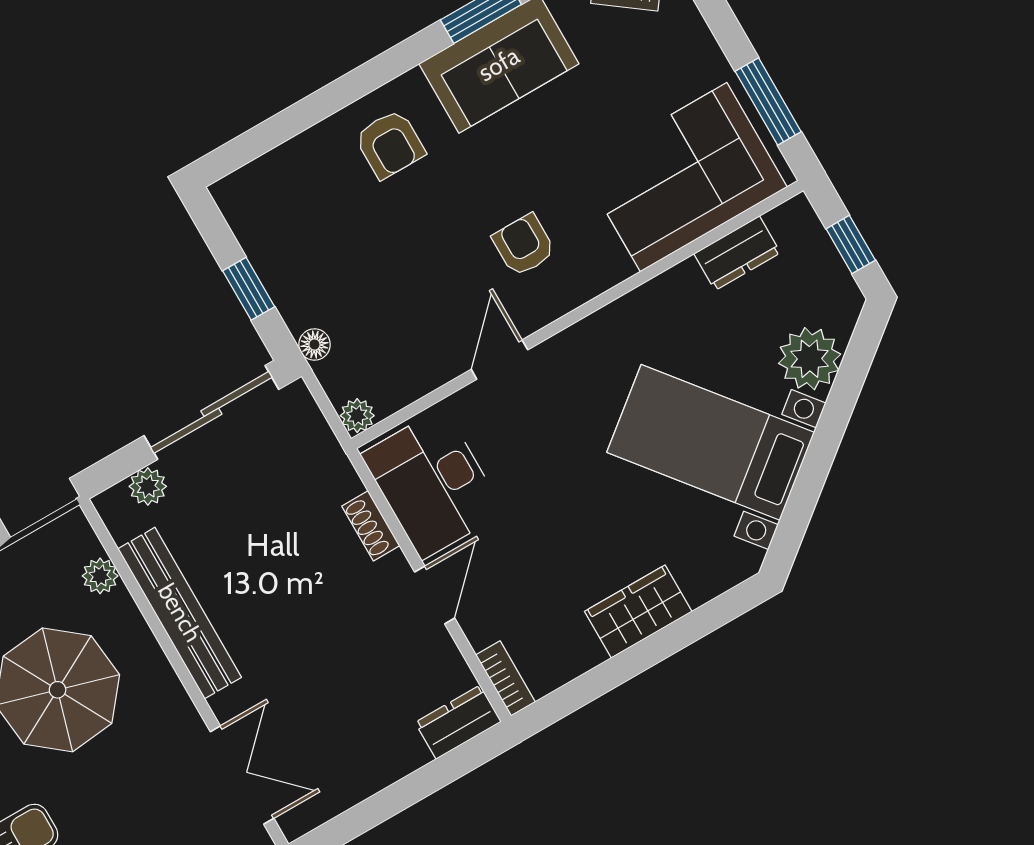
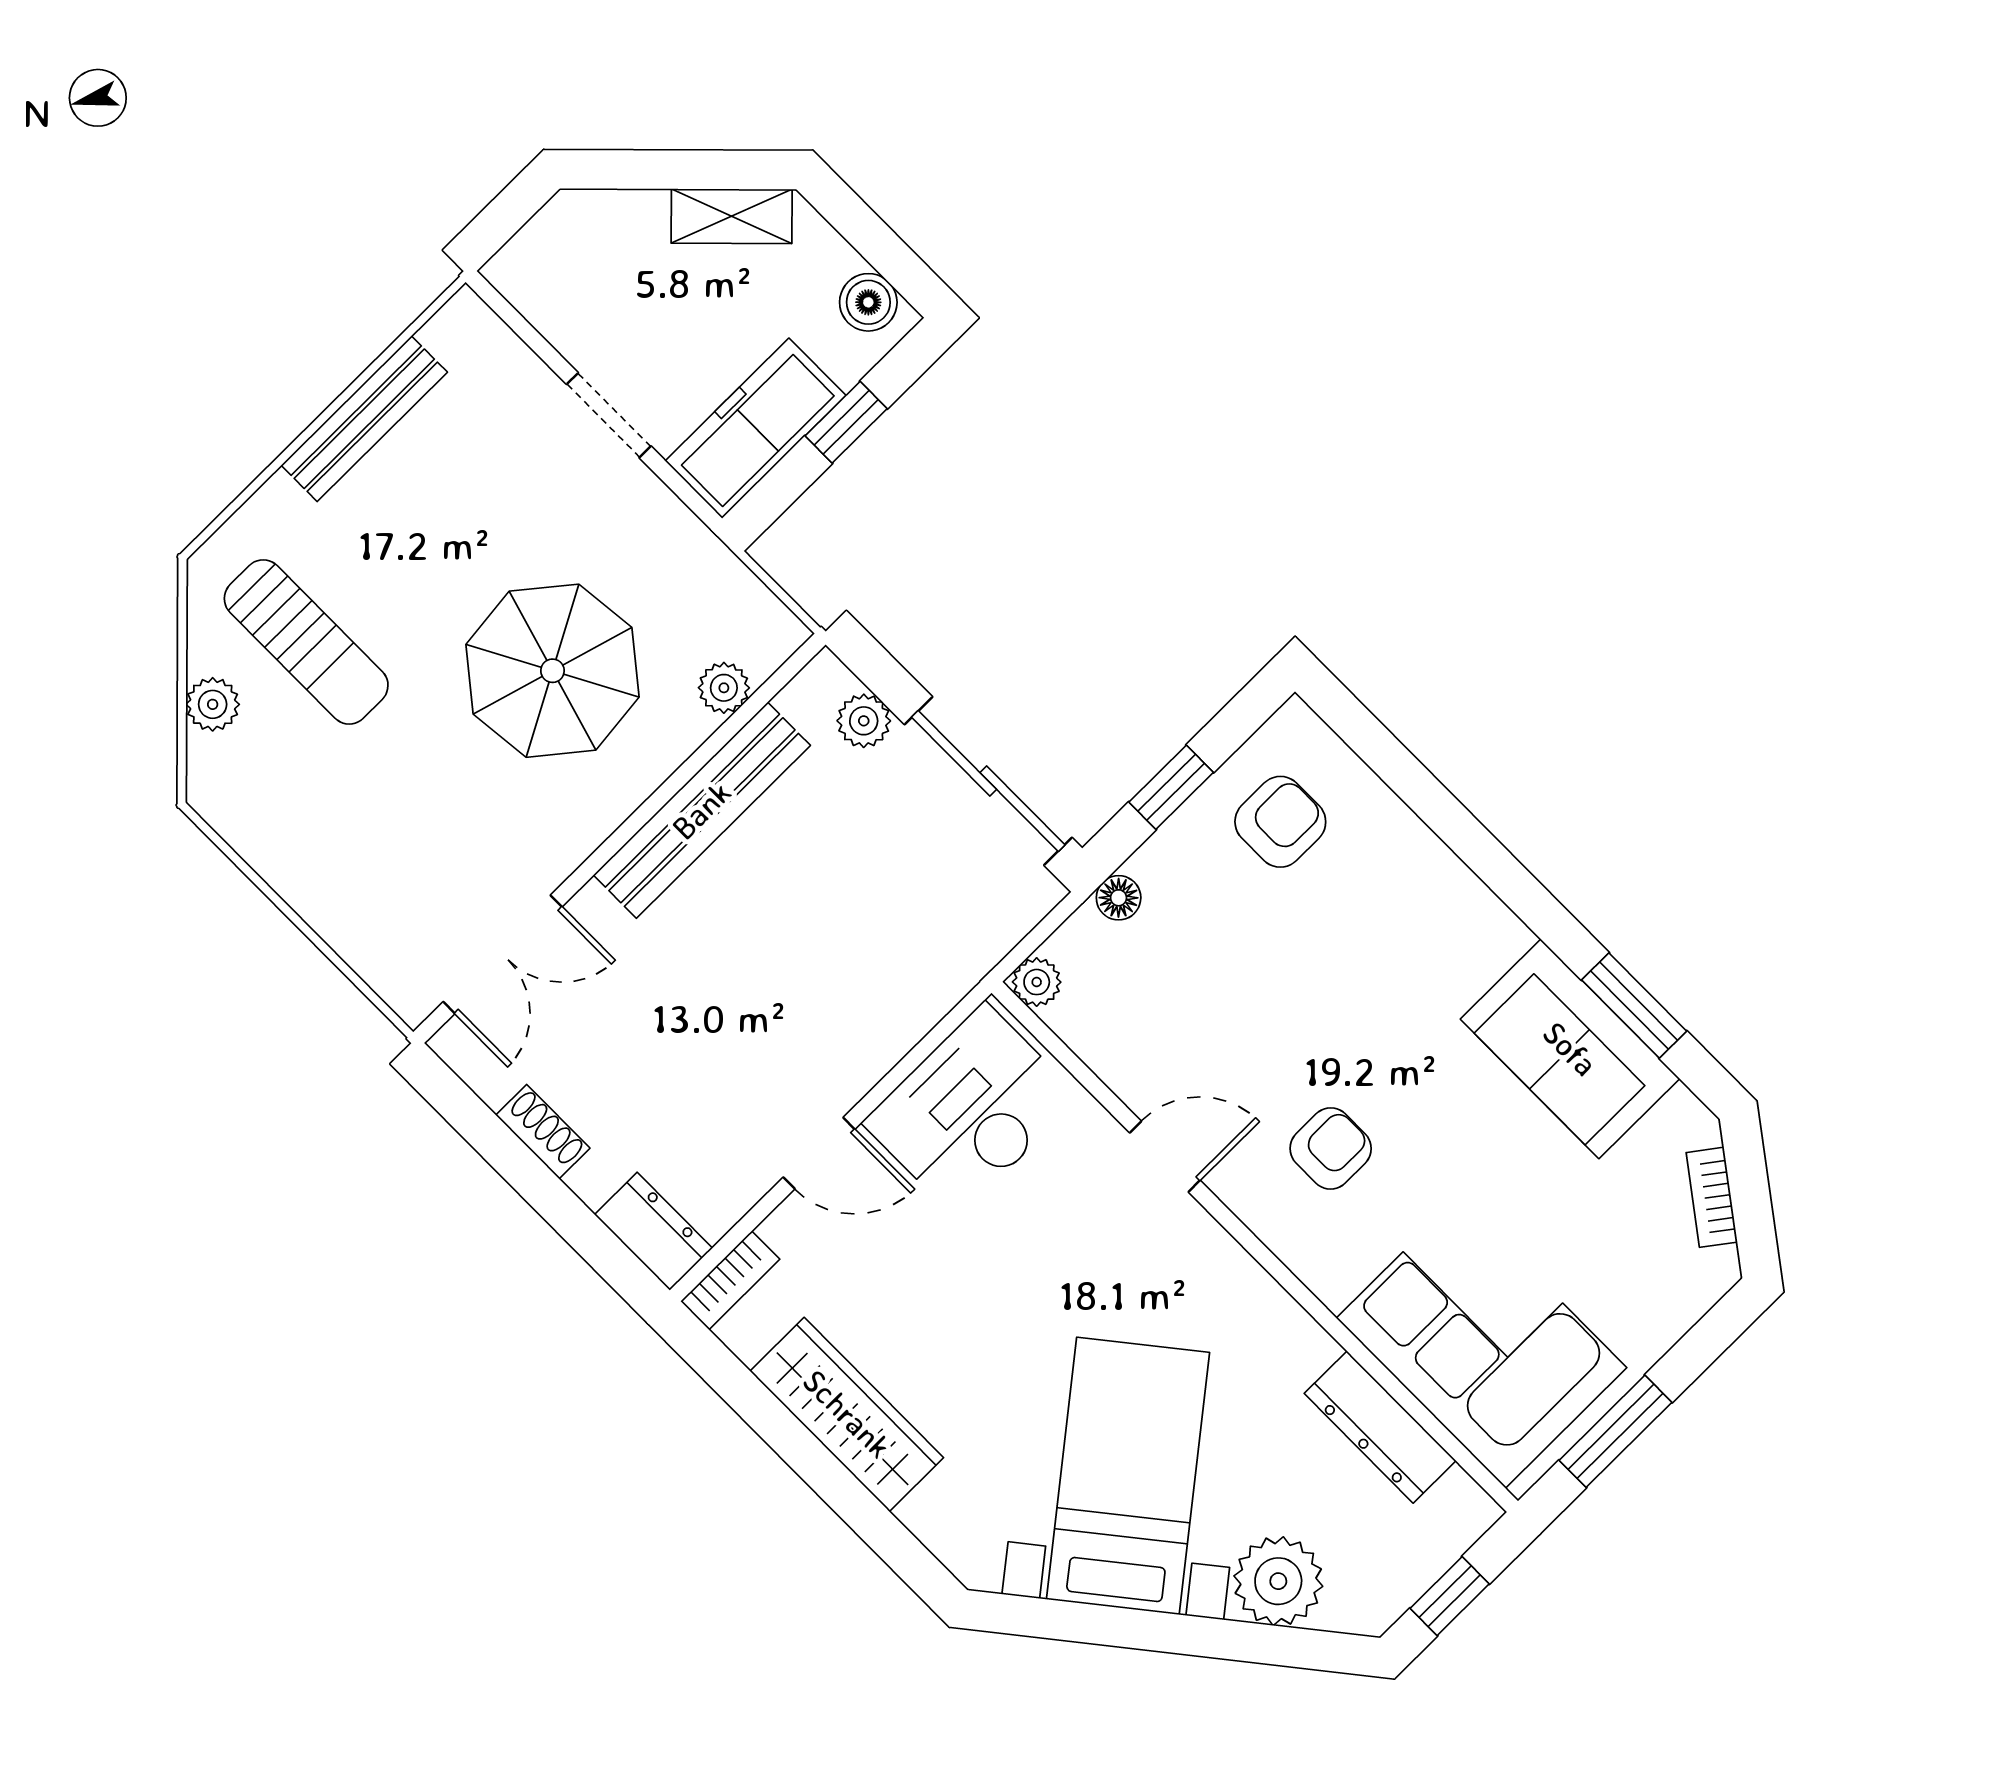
armchair: (390, 144) -> (1280, 822), moved, turned 180
dresser: (737, 253) -> (1380, 1427), width x1.44
shoe rack: (371, 526) -> (543, 1132), moved, turned 90
wardrobe: (638, 611) -> (847, 1414), width x1.50

